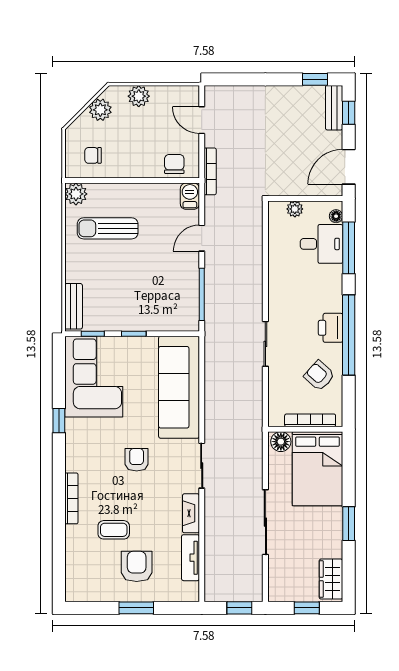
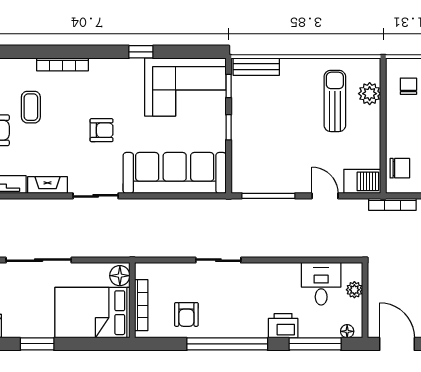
plant: (76, 194) -> (370, 94), moved
barbecue: (190, 196) -> (362, 181), width x1.38, depth x1.27
desk: (322, 244) -> (321, 284), moved, turned 180
printer: (330, 328) -> (283, 326), moved
armchair: (319, 376) -> (186, 314), turned 138

